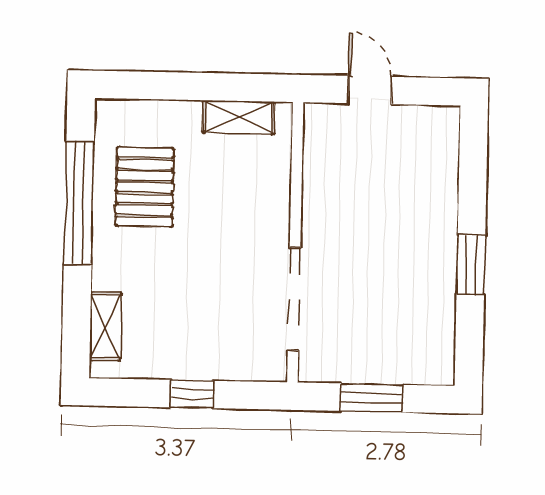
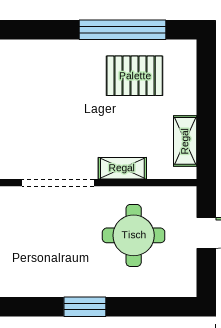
round table: (371, 193) -> (134, 235), added
shelving: (105, 326) -> (122, 168), moved

